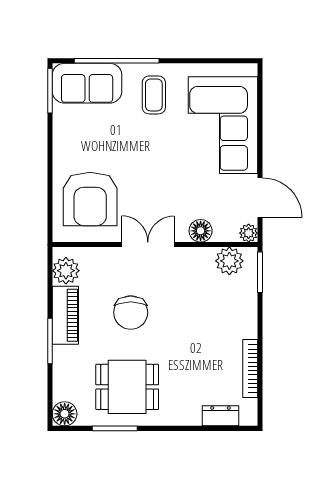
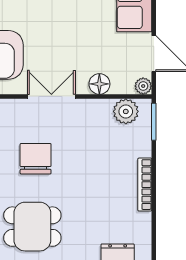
chair: (131, 313) -> (36, 159), turned 180
bookcase: (250, 369) -> (145, 185), moved

